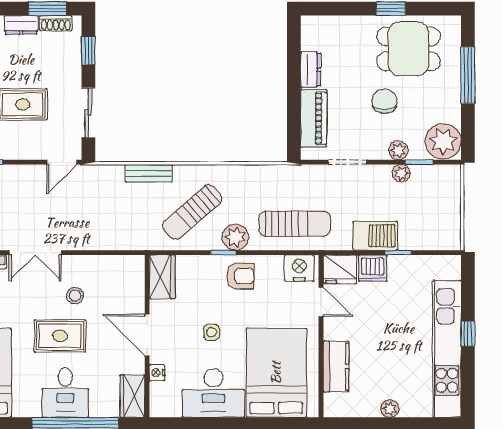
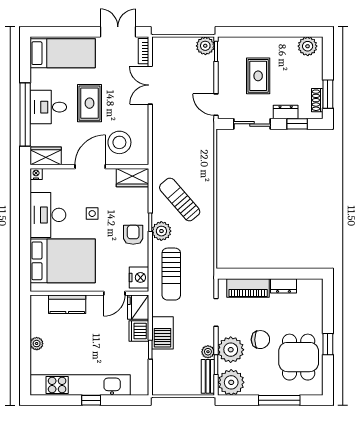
dresser: (21, 25) -> (286, 112), moved, turned 90
plant: (398, 150) -> (231, 350), width x1.87, depth x1.87
bench: (149, 173) -> (208, 376), moved
armchair: (241, 276) -> (133, 235), turned 180
stool: (75, 296) -> (119, 142), moved, width x1.89, depth x1.89
nightstand: (157, 373) -> (36, 174), moved

